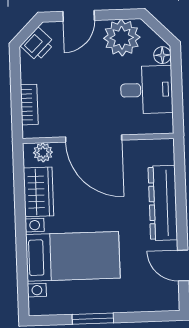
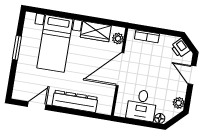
plant: (122, 38) -> (179, 103), width x0.53, depth x0.53

